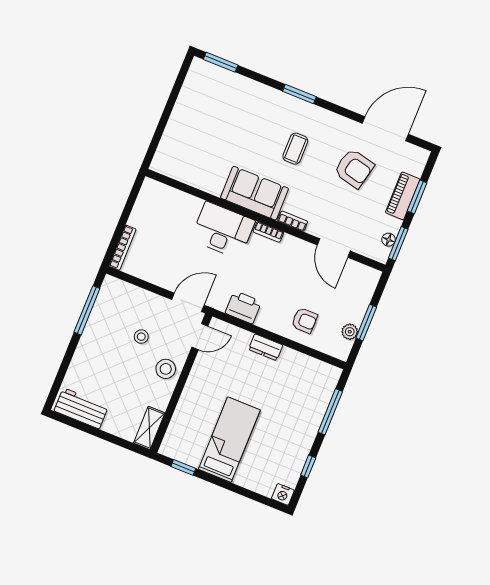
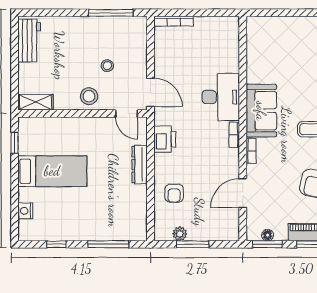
dresser: (266, 347) -> (140, 165), width x1.44
nightstand: (283, 494) -> (25, 211), moved

